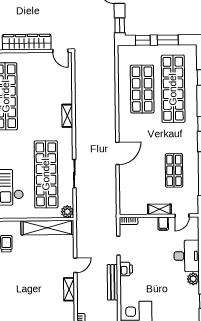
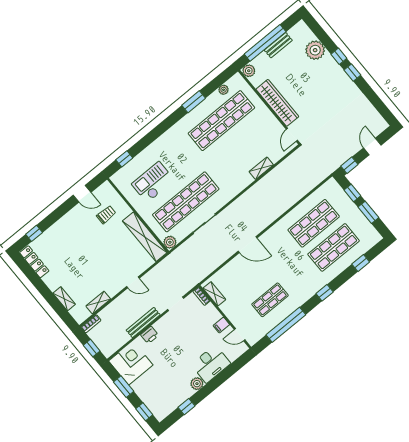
shop shelf: (173, 89) -> (334, 247), width x0.71
shelving: (67, 116) -> (261, 168), moved
shelving: (159, 209) -> (214, 294), moved
printer: (126, 269) -> (150, 335), moved
shelving: (69, 289) -> (98, 303), moved

